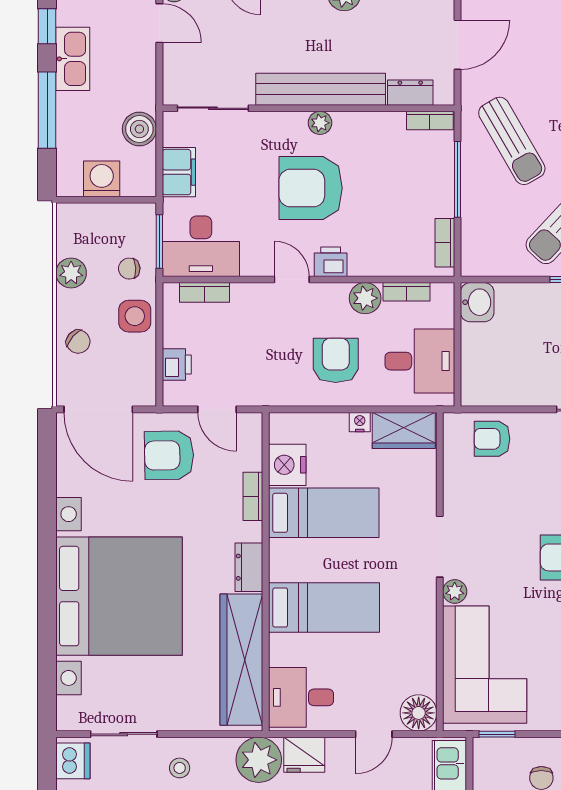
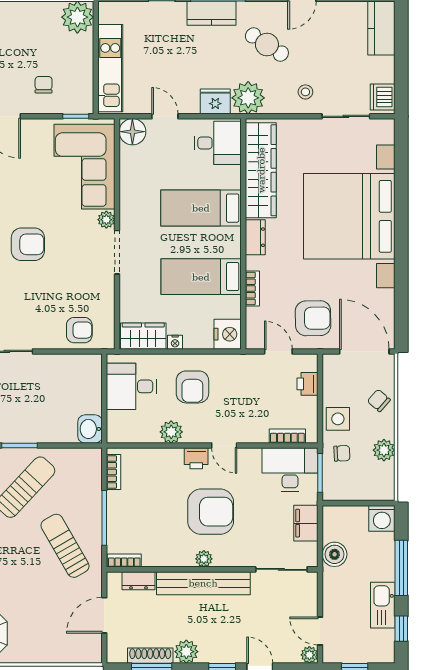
washing machine: (102, 179) -> (382, 518), moved
bookcase: (407, 292) -> (141, 437), removed
nightstand: (287, 465) -> (228, 334), moved
door: (374, 734) -> (165, 116), hinge flipped

